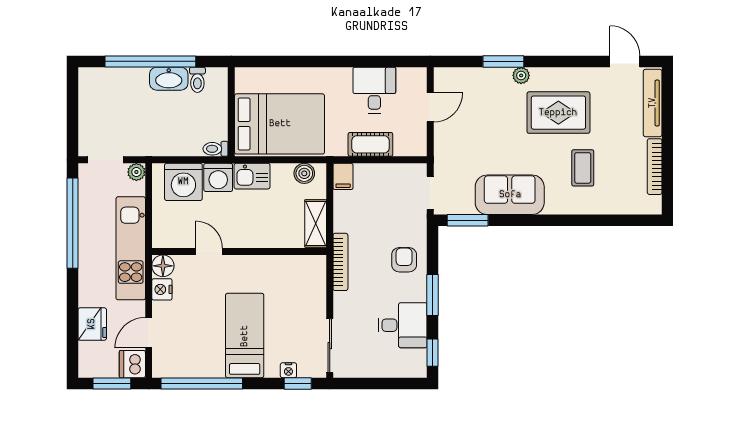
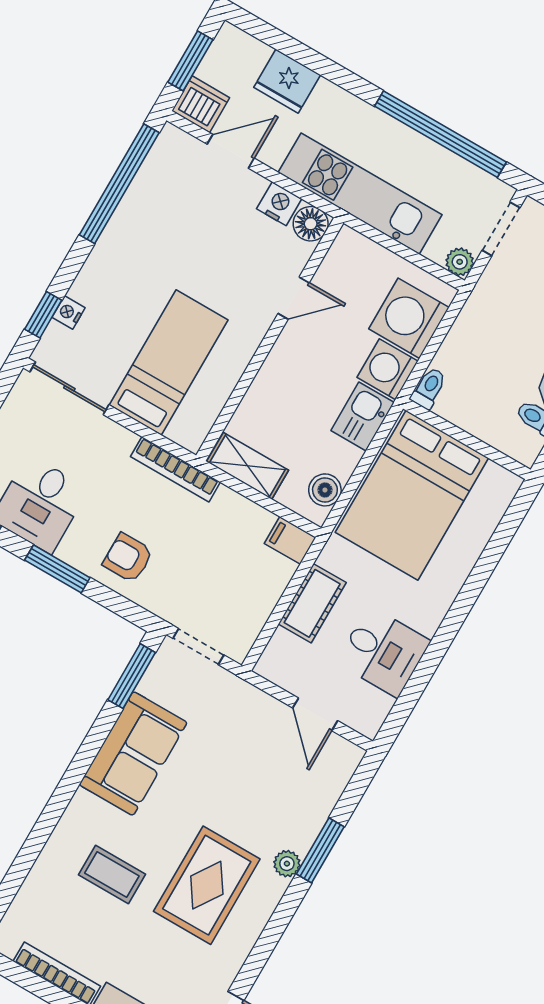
armchair: (404, 260) -> (128, 558), turned 180
door: (149, 333) -> (231, 151), hinge flipped
bed: (245, 336) -> (169, 363), moved, turned -90

